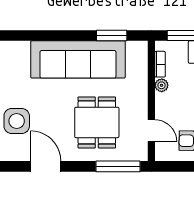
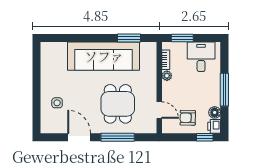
side table: (17, 121) -> (57, 103), width x0.54, depth x0.54
window: (118, 166) -> (118, 137), moved

